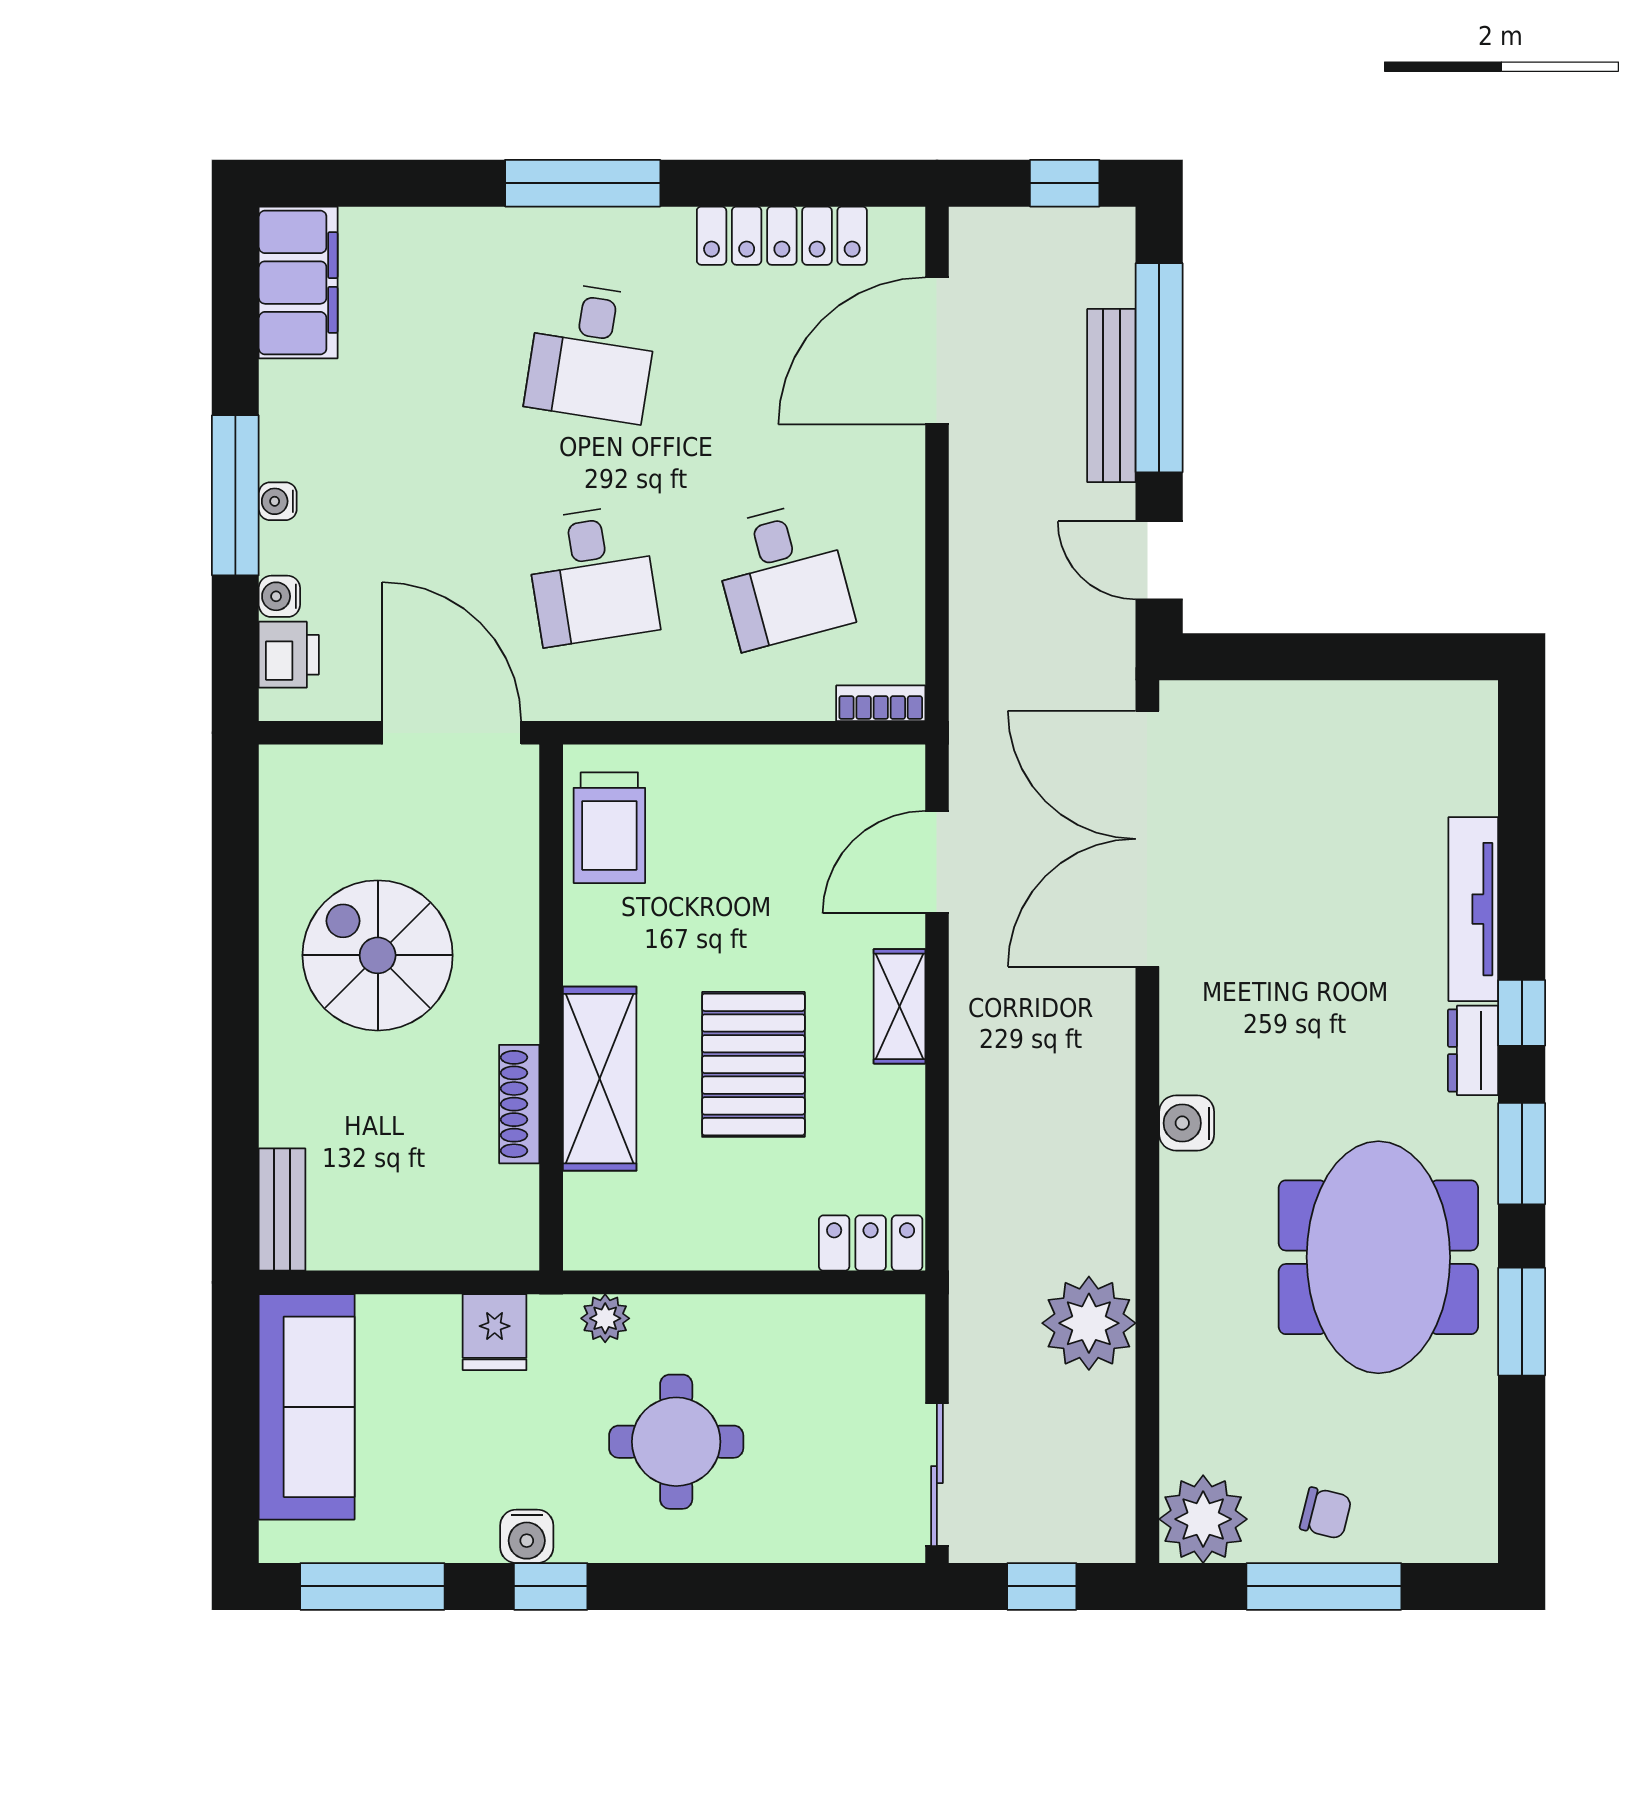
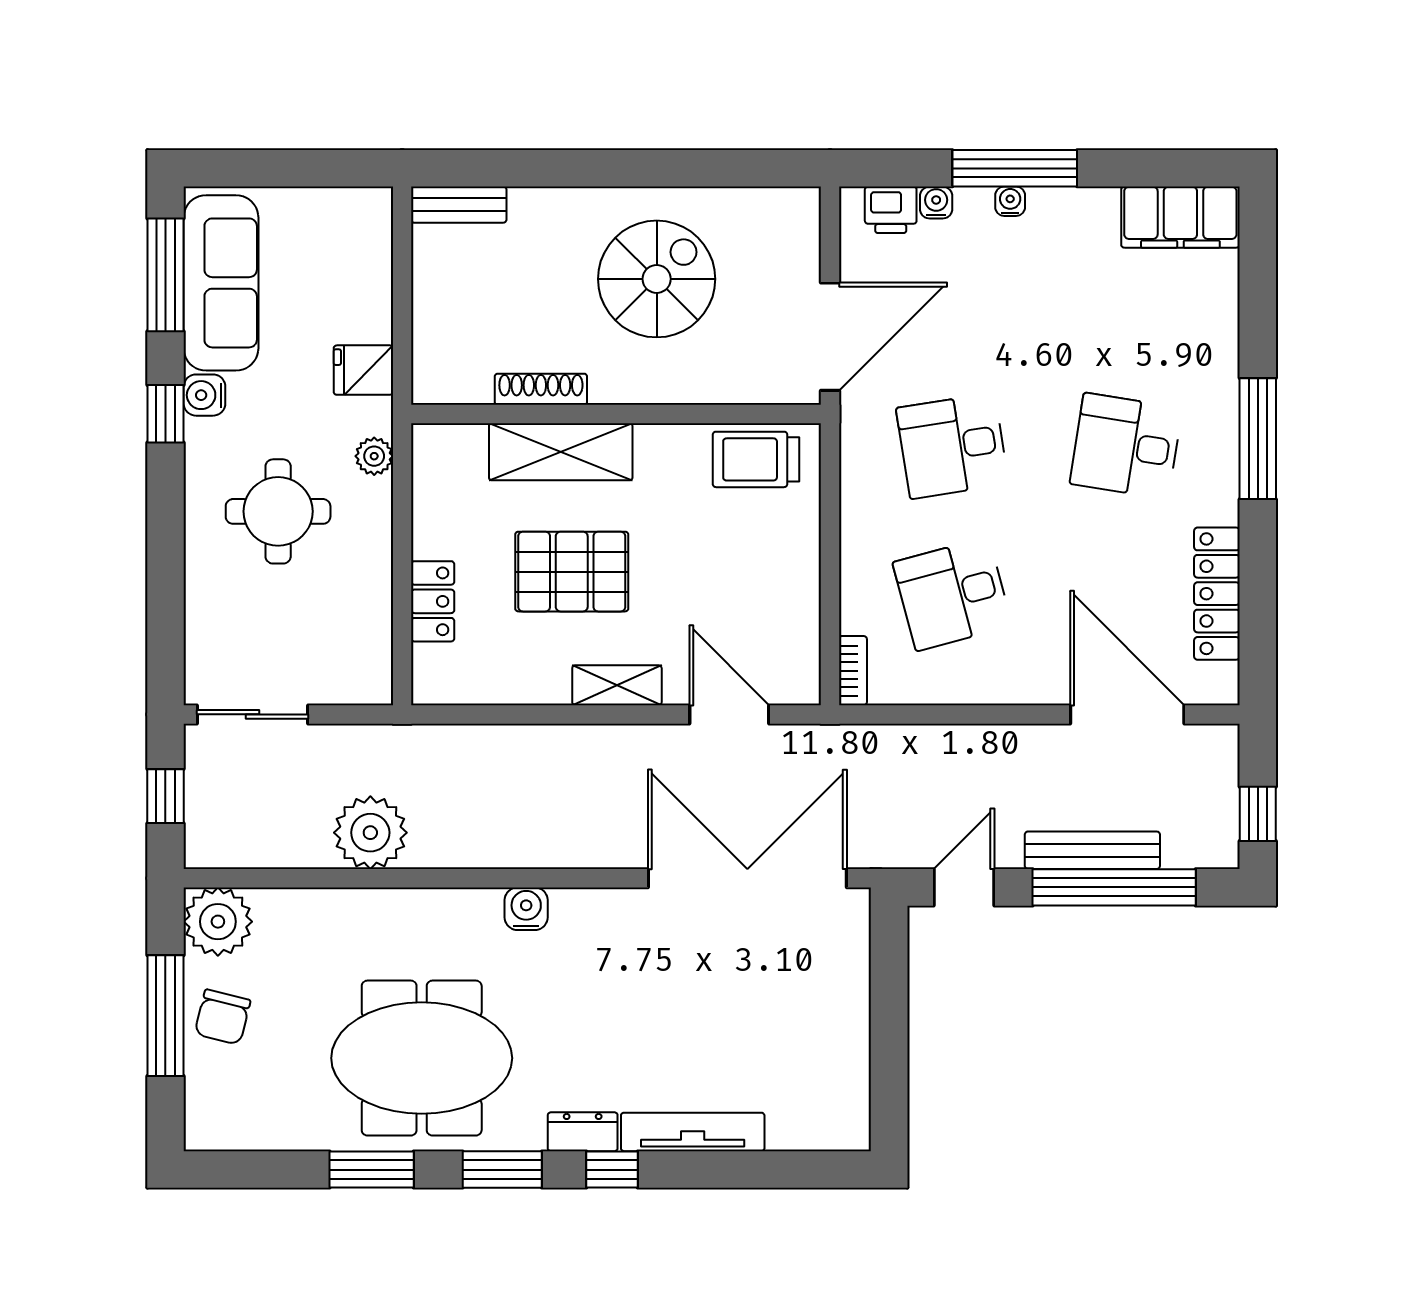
locker: (871, 1243) -> (433, 601), moved
sofa: (307, 1407) -> (221, 283), moved, turned -90
chair: (1326, 1513) -> (223, 1017), width x1.37, depth x1.37

